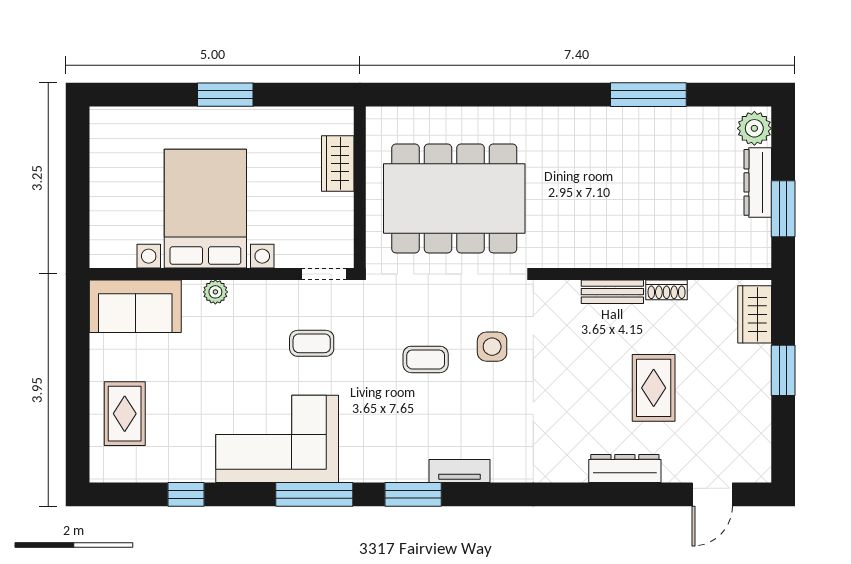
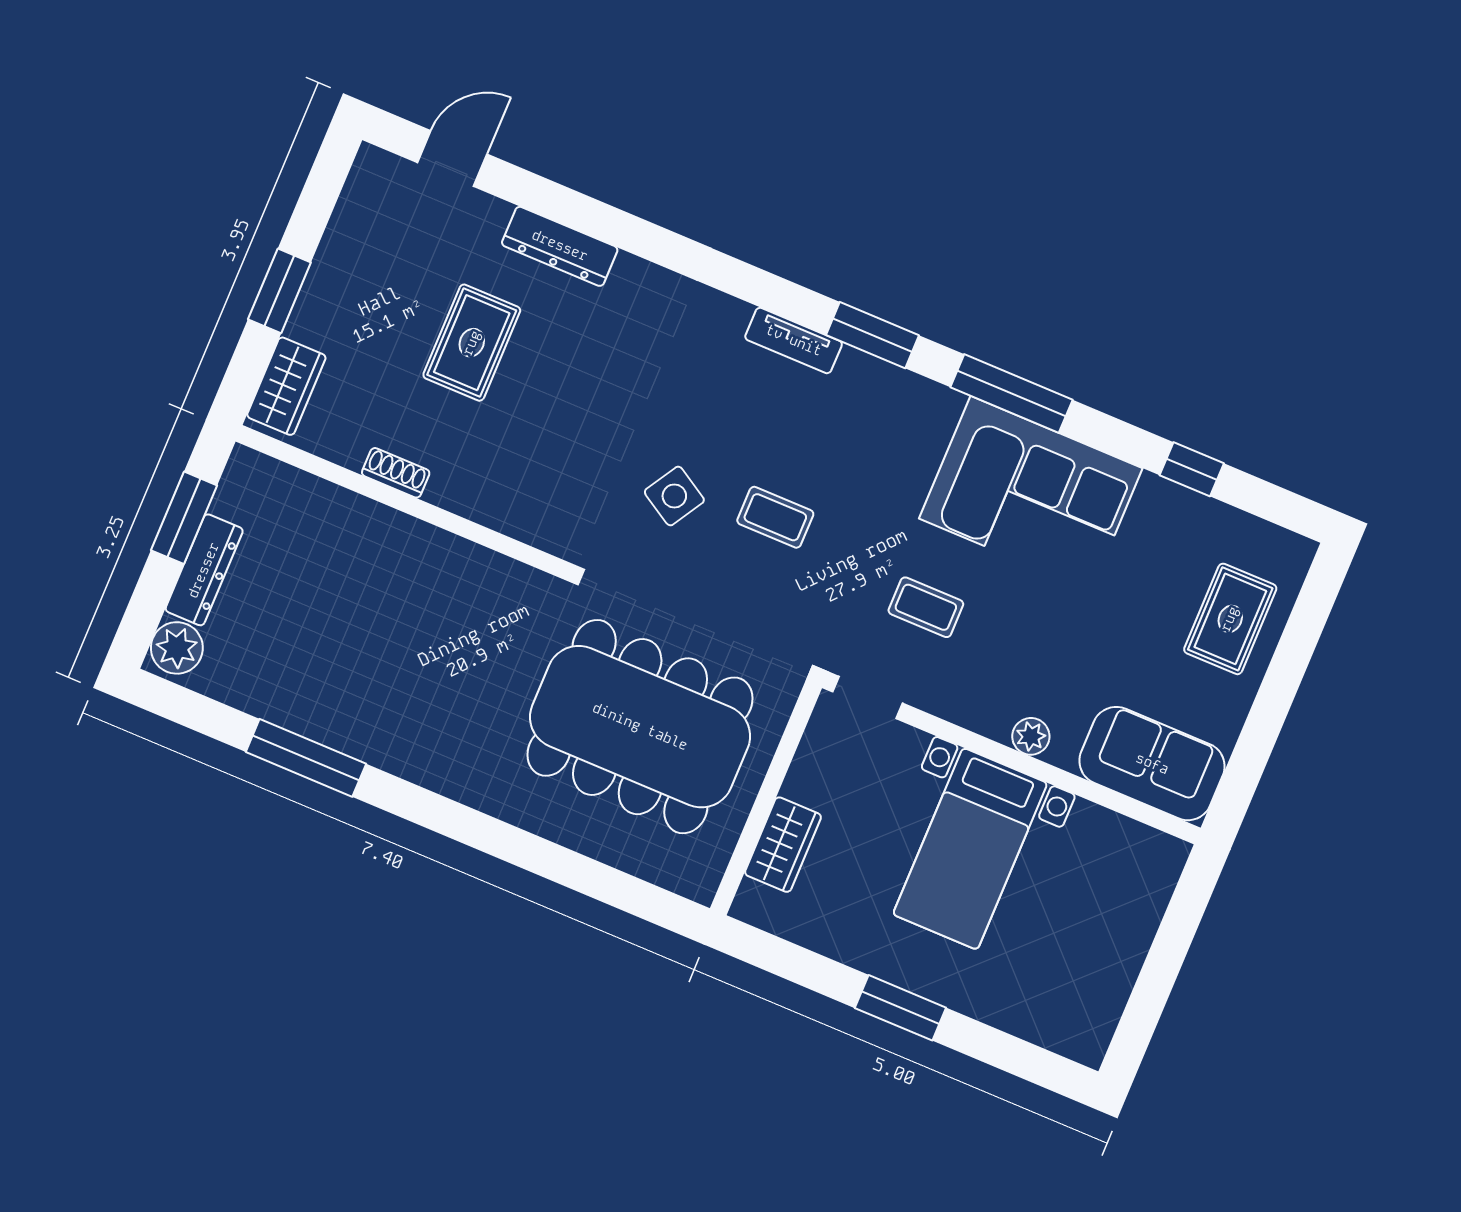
bed with nightstands: (205, 209) -> (970, 849), width x0.73
bench: (612, 292) -> (473, 502), removed
side table: (492, 347) -> (674, 496), turned 31

